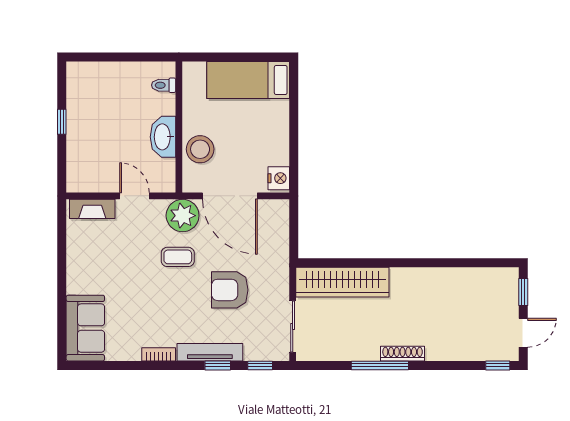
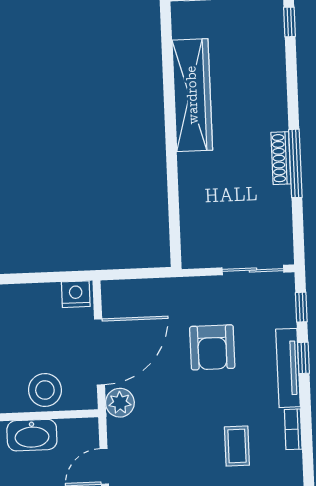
plant: (183, 216) -> (120, 403), width x0.73, depth x0.73
coffee table: (178, 257) -> (237, 446), moved
wardrobe: (342, 282) -> (192, 95), moved
shoe rack: (403, 354) -> (281, 158), moved

